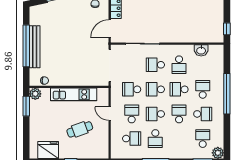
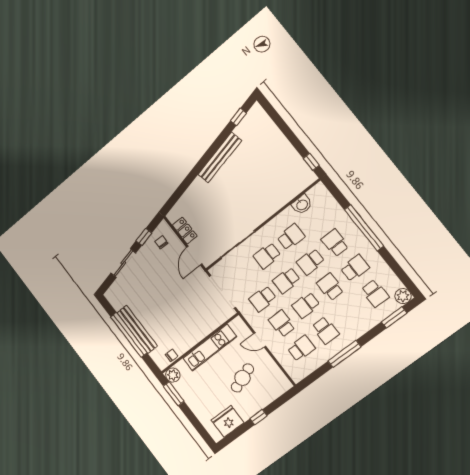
school desk: (179, 65) -> (291, 237), turned -90
school desk: (203, 139) -> (375, 293), turned 180

